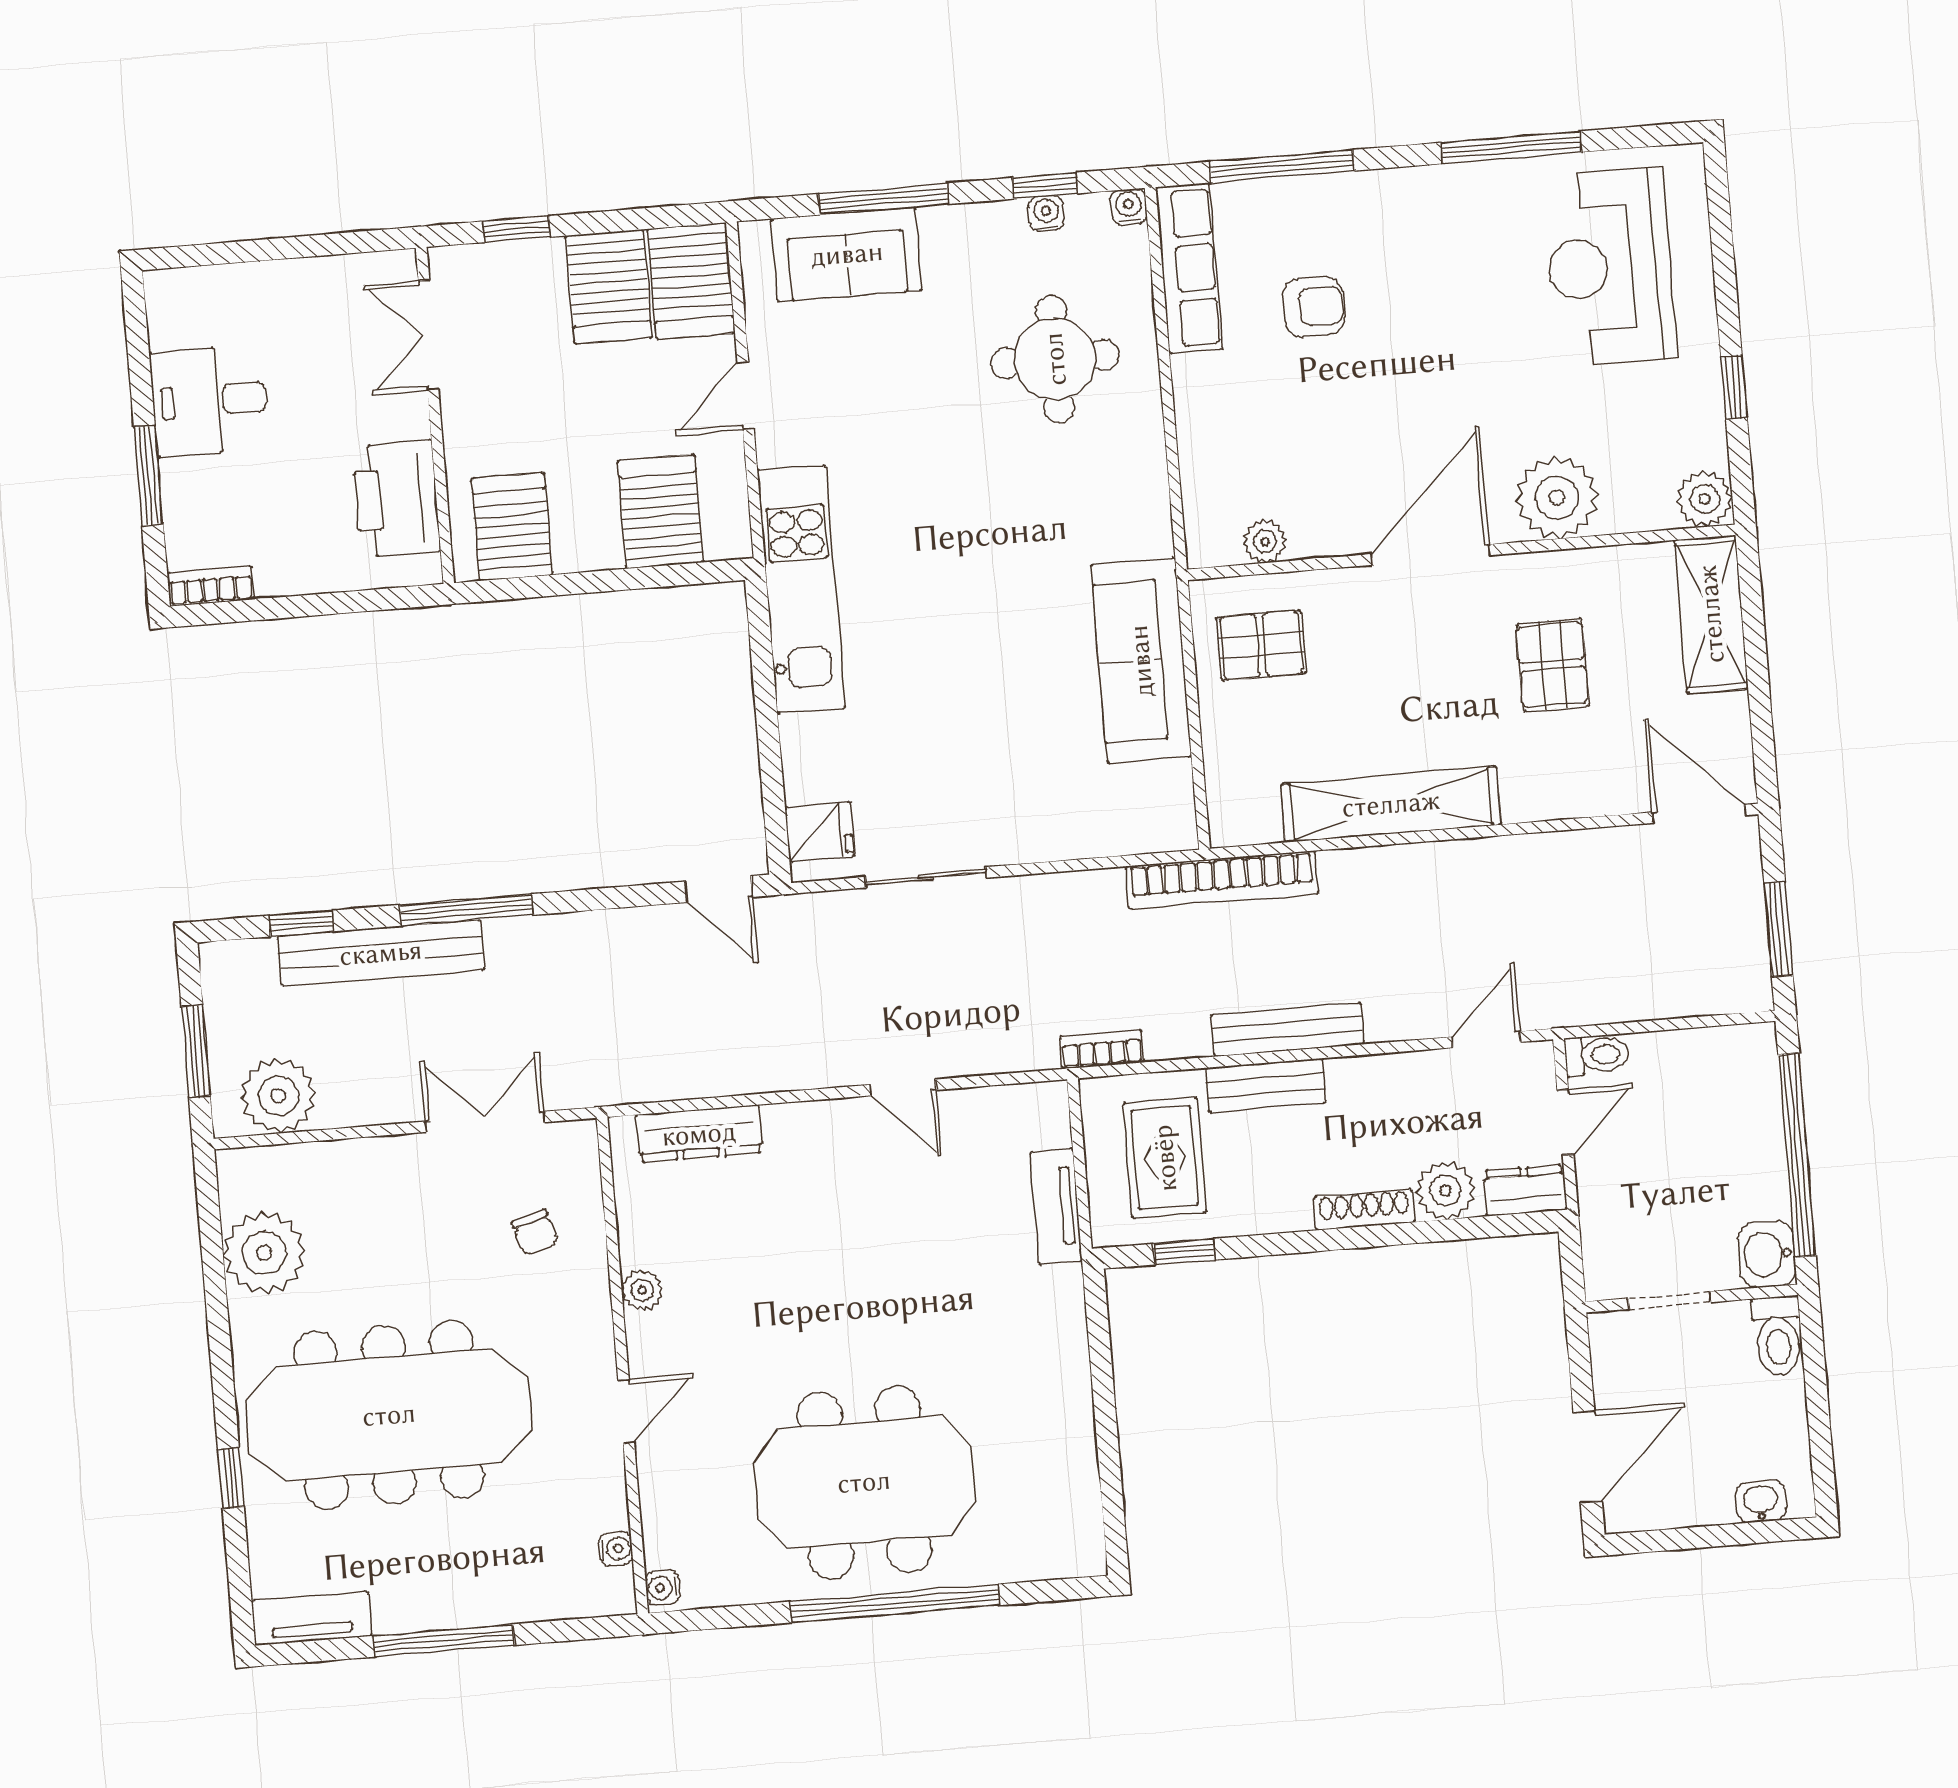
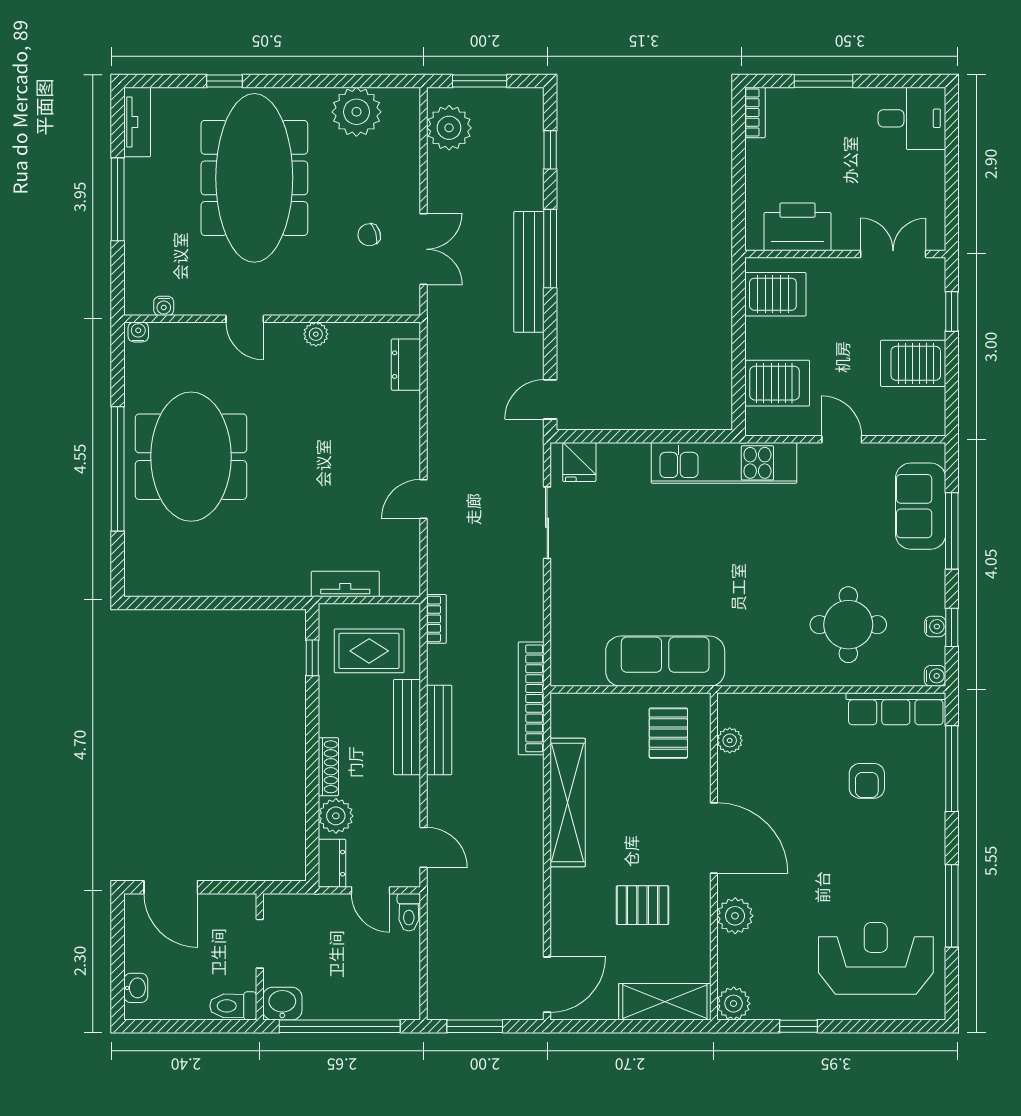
server rack: (691, 281) -> (912, 413), removed
desk: (209, 400) -> (912, 118), moved, turned 90
plant: (1557, 498) -> (735, 916), width x0.73, depth x0.73
bench: (381, 953) -> (529, 272), moved
bench: (1266, 1085) -> (407, 727), width x1.36
dresser: (699, 1134) -> (406, 365), width x0.70
chair: (535, 1232) -> (369, 235), moved

